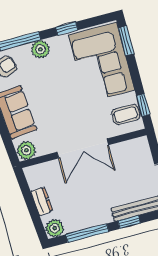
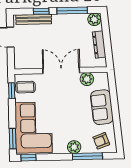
window: (67, 29) -> (28, 158), moved
plant: (26, 150) -> (87, 79), moved
dresser: (42, 201) -> (99, 45), width x1.44

